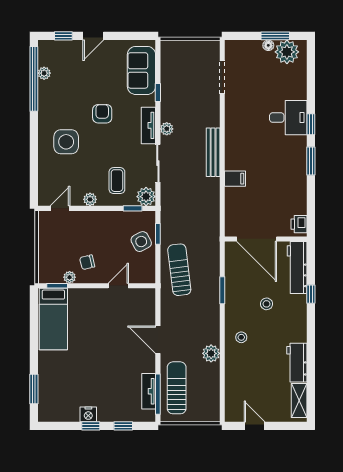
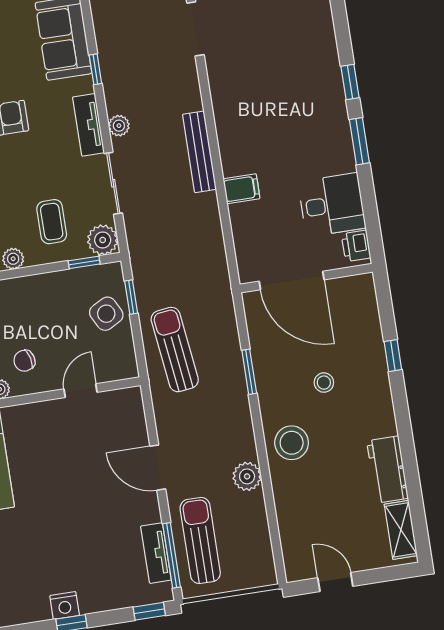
desk: (288, 118) -> (332, 205), moved
workbench: (297, 268) -> (364, 316), removed
stool: (241, 337) -> (292, 443), width x1.89, depth x1.89
window: (123, 426) -> (149, 611), moved

